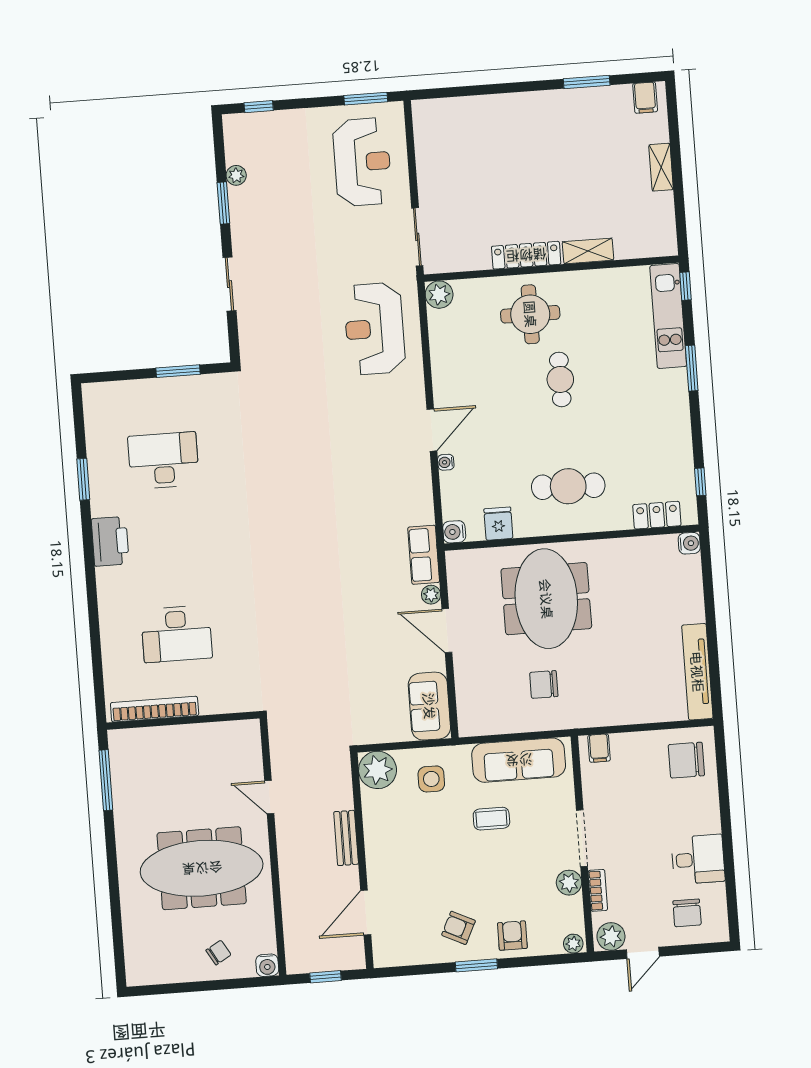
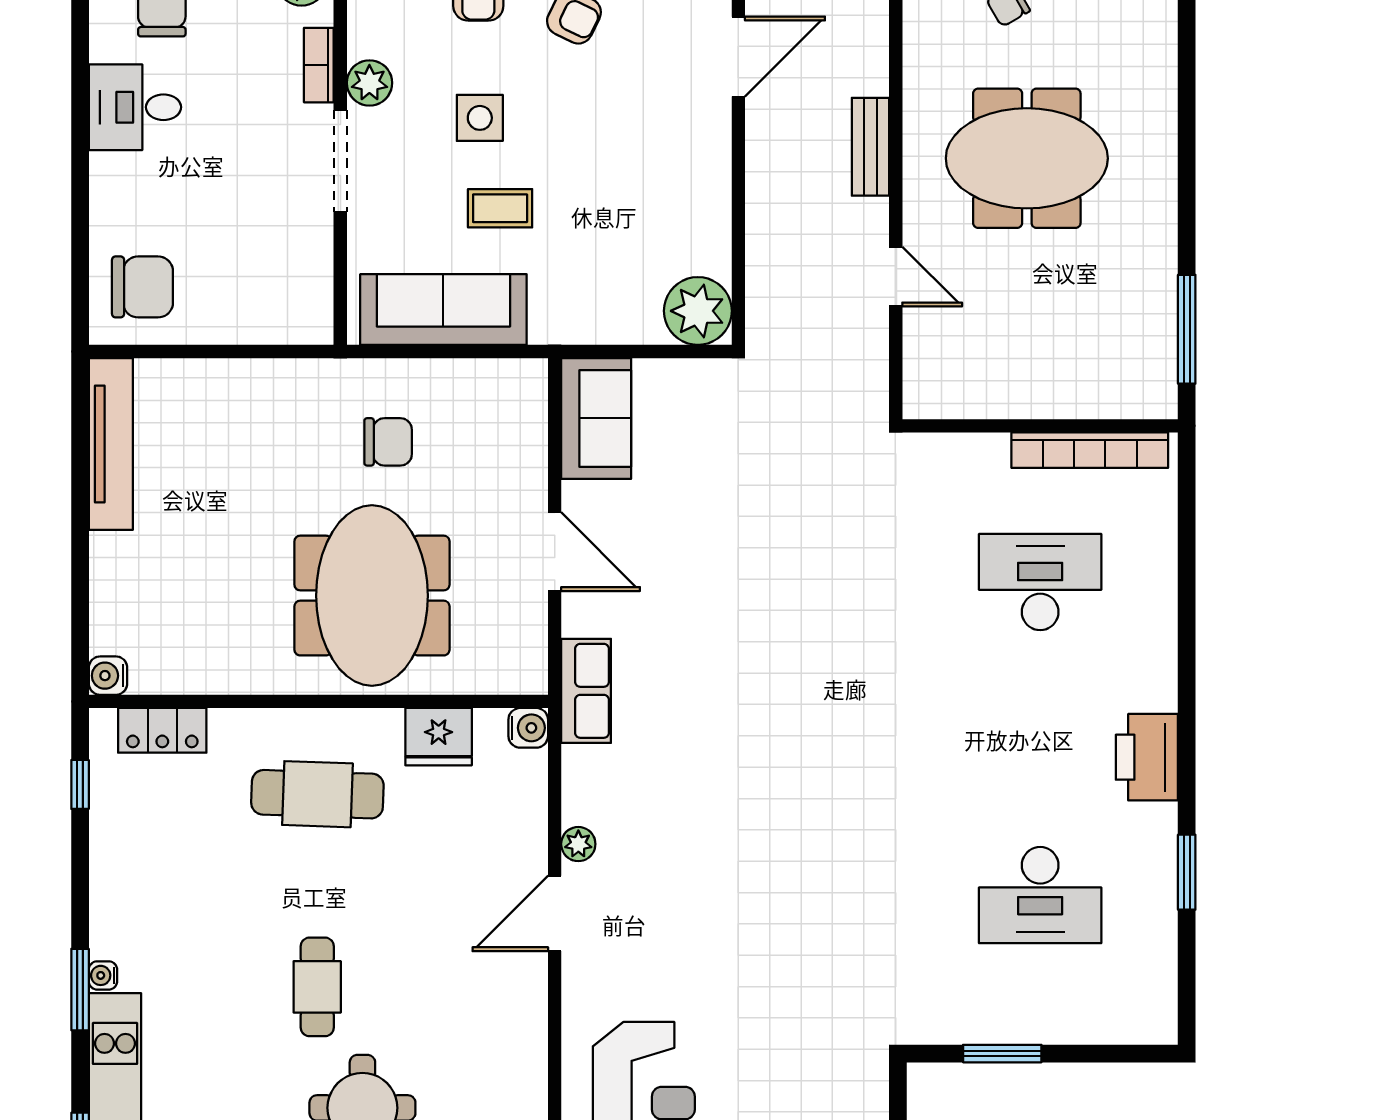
water cooler: (446, 462) -> (103, 975), moved, turned 180
fridge: (498, 524) -> (439, 737), width x1.38
plant: (431, 595) -> (578, 844), moved
filing cabinet: (599, 748) -> (297, 320), removed
side table: (431, 779) -> (480, 118), moved
bench: (346, 838) -> (871, 147), moved
meeting table: (202, 868) -> (1027, 158), width x0.73

